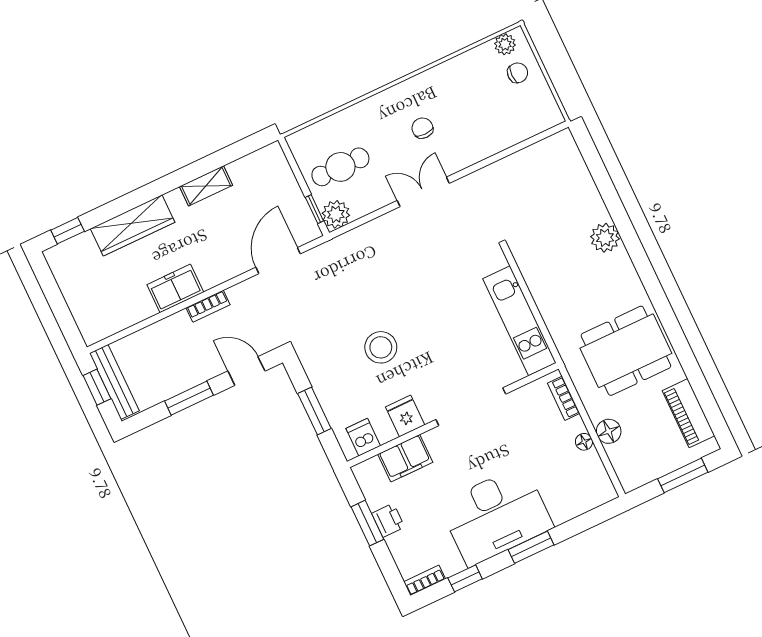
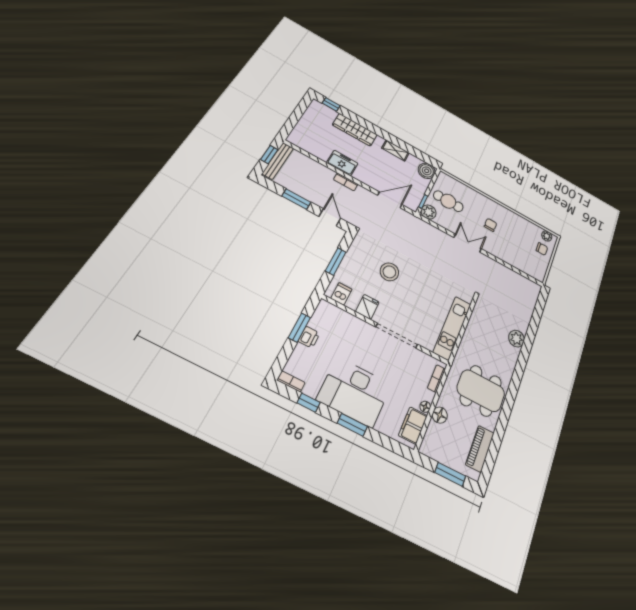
boiler: (270, 161) -> (427, 171), added
filing cabinet: (405, 458) -> (413, 425), moved, turned 90

